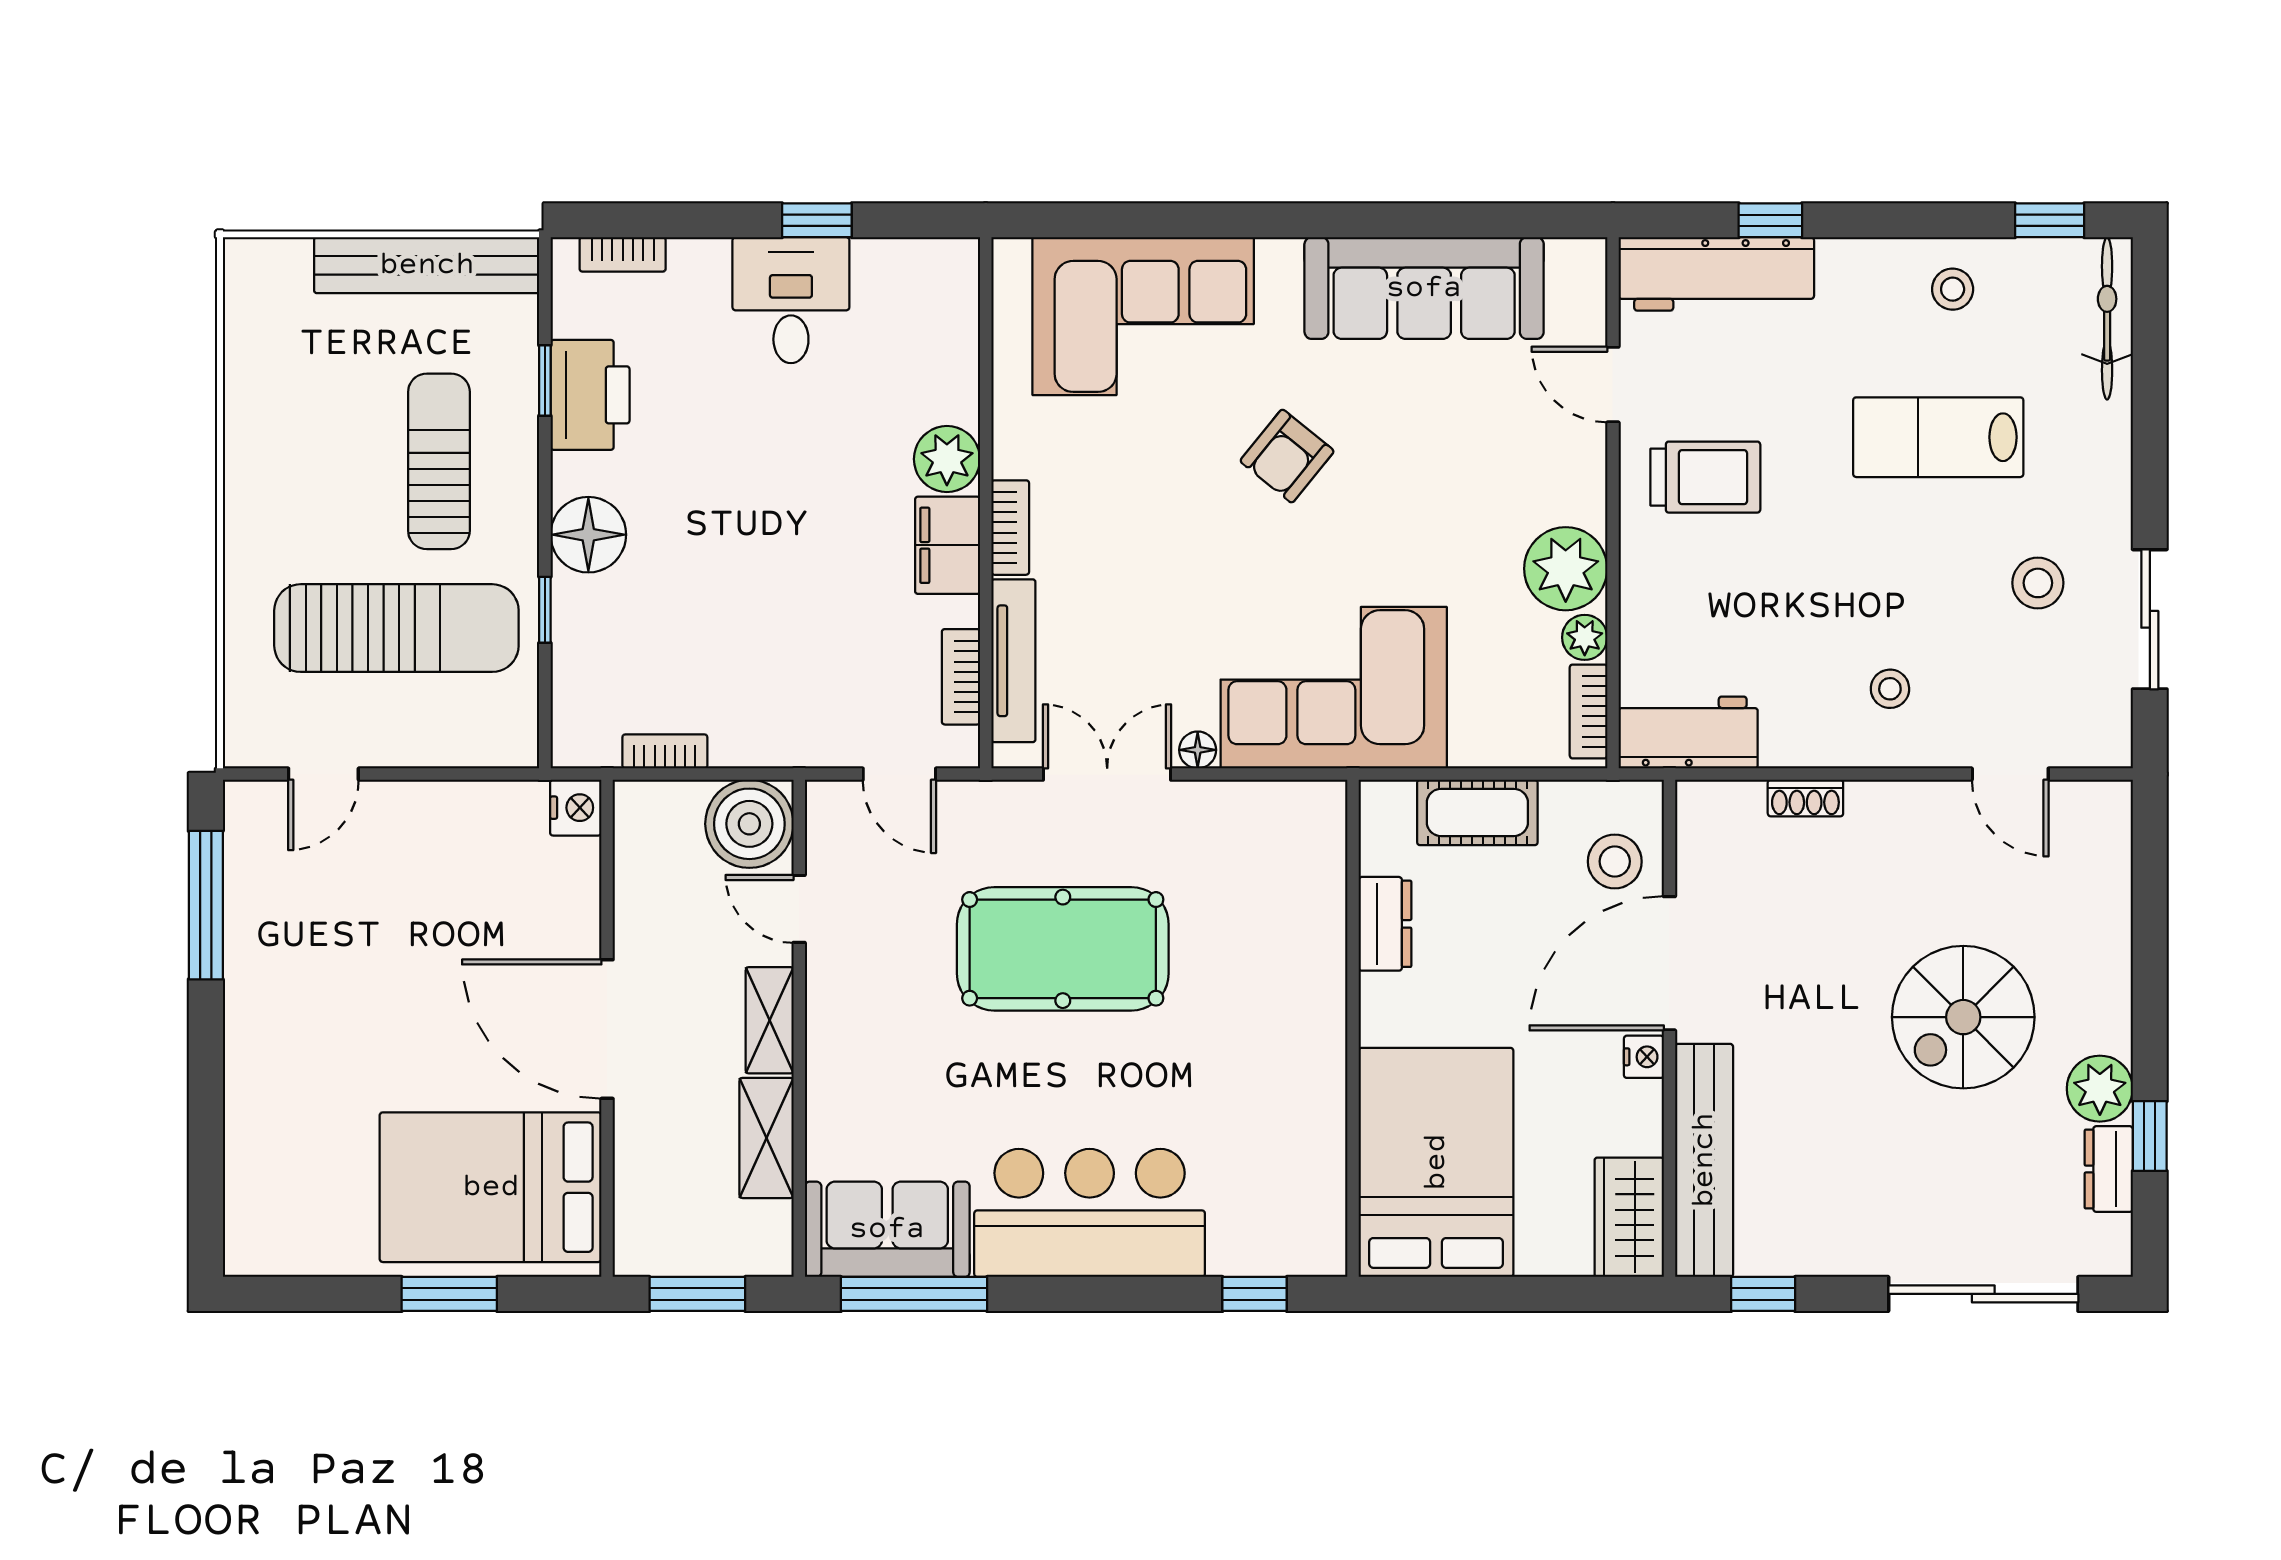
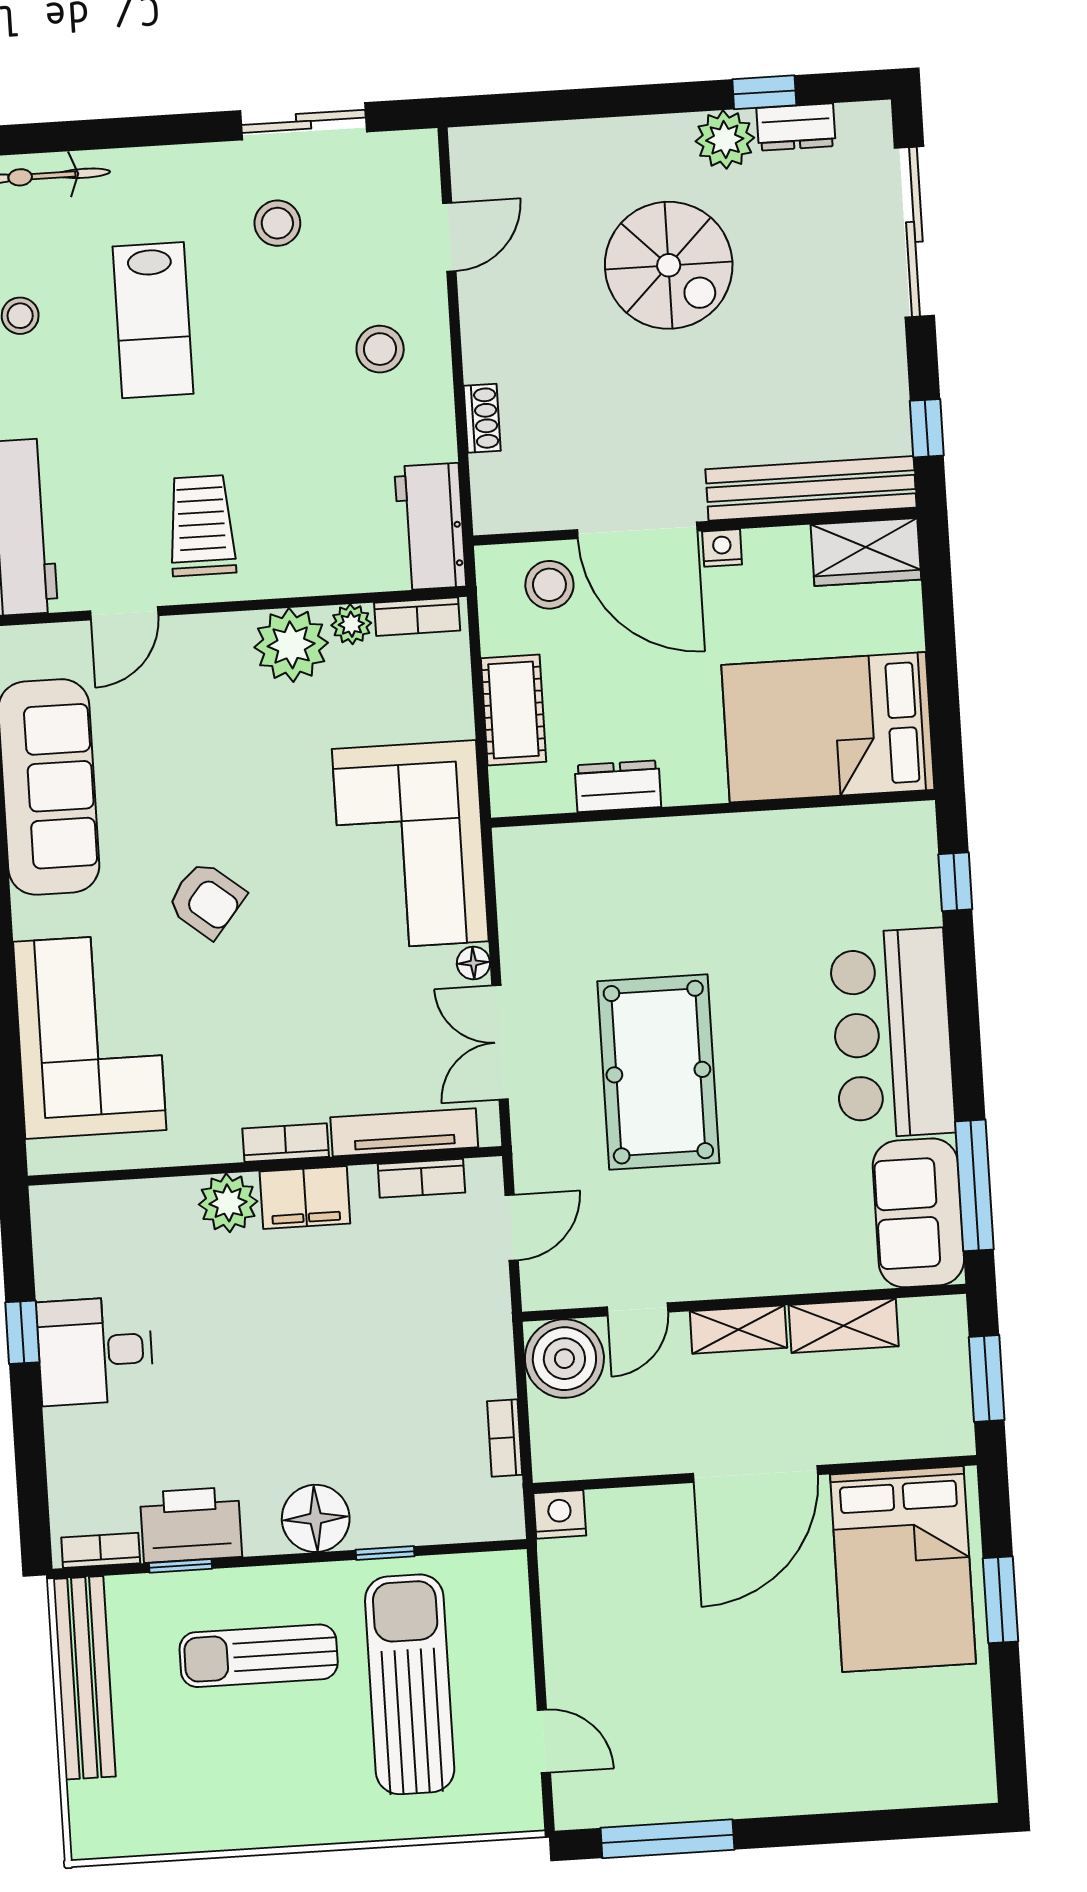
bookcase: (623, 254) -> (101, 1550), moved, turned -90
stool: (1890, 689) -> (380, 349), width x1.37, depth x1.37

